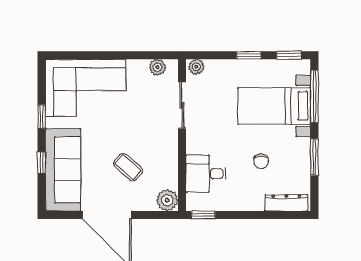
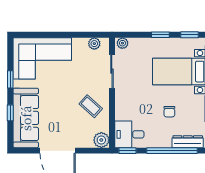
coffee table: (128, 167) -> (91, 106), moved
desk: (206, 174) -> (129, 134), moved
window: (265, 215) -> (172, 151), added

